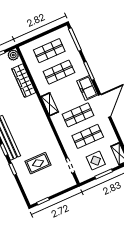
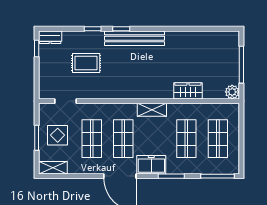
wardrobe: (24, 81) -> (188, 91), width x0.67
rug: (38, 163) -> (86, 63), turned 90
dresser: (31, 195) -> (50, 37), added

